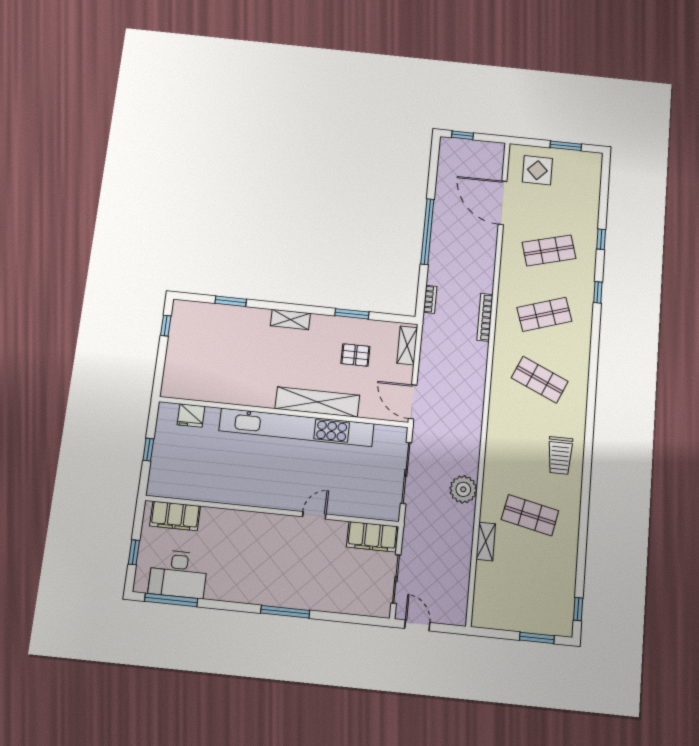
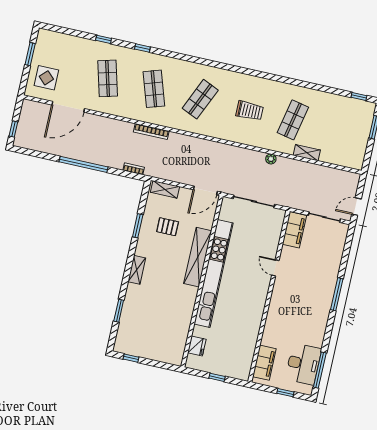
pallet: (355, 355) -> (168, 227), turned 90
trolley: (560, 455) -> (250, 111), moved
plant: (463, 489) -> (271, 159), width x0.53, depth x0.53

